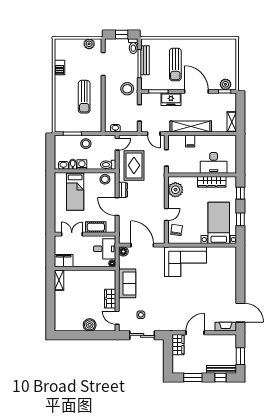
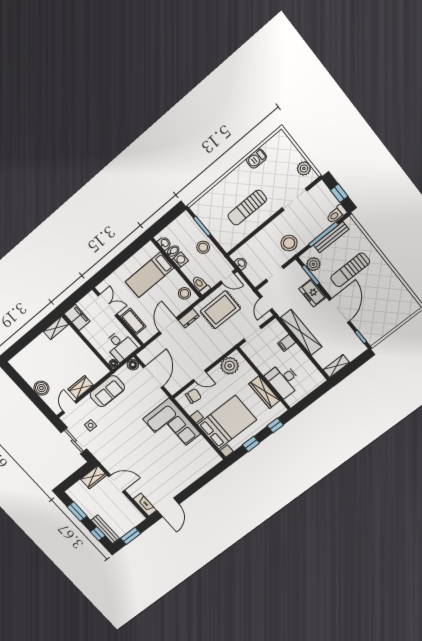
plant: (225, 84) -> (313, 264), moved
bed with nightstands: (219, 223) -> (227, 422), width x1.36

